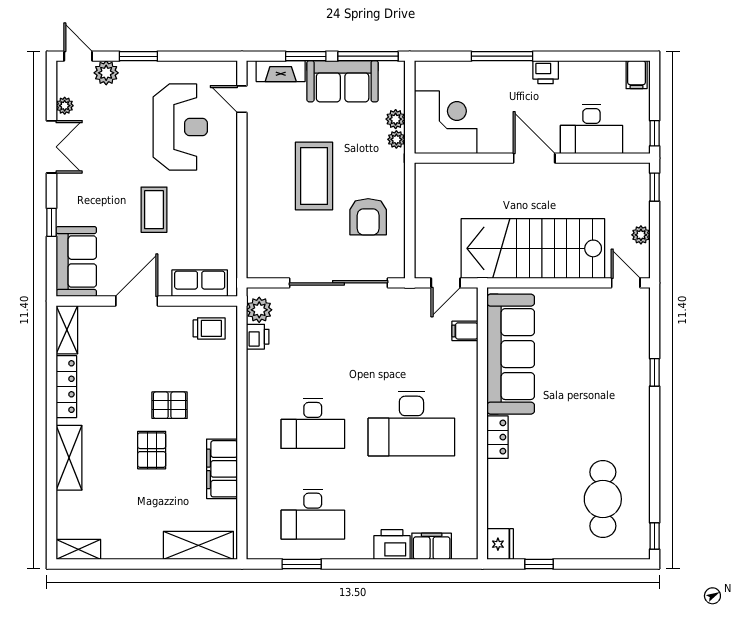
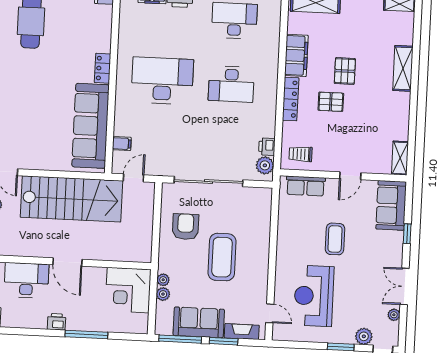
door: (137, 301) -> (350, 176), width x0.73
locker: (66, 387) -> (291, 99), moved, turned 180
desk: (313, 423) -> (231, 84), turned 180

